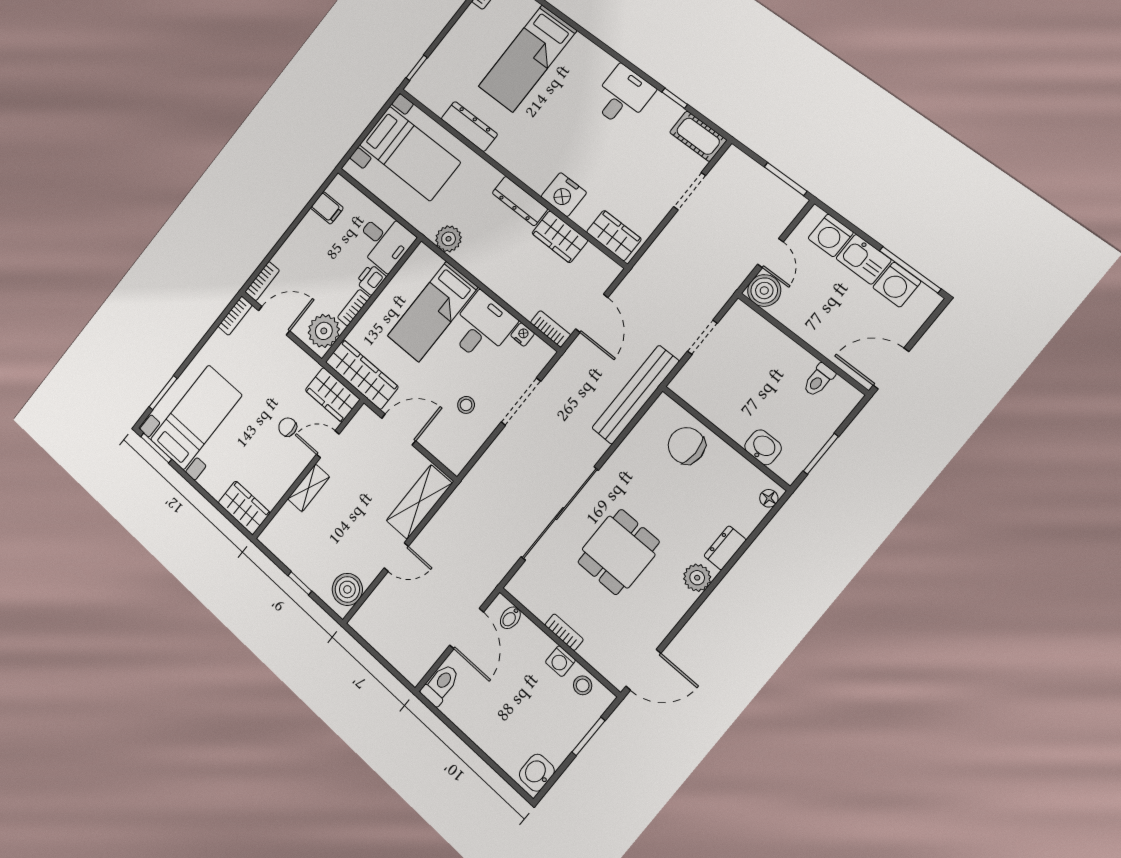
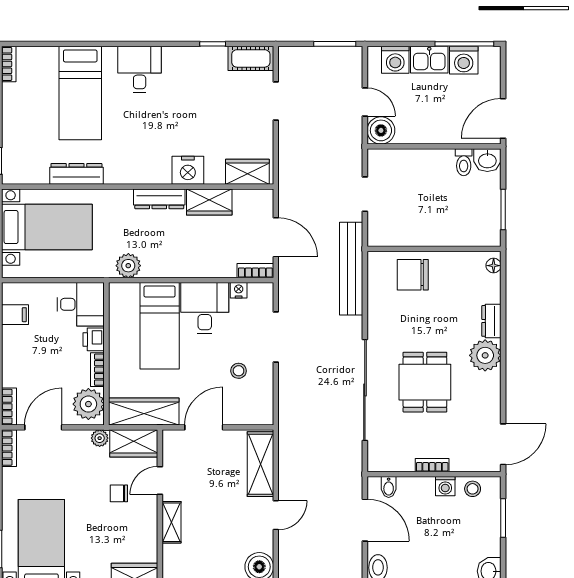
desk: (623, 96) -> (140, 69), moved
plant: (310, 367) -> (100, 438), added
washbasin: (763, 447) -> (487, 160), moved, turned 180
plant: (697, 578) -> (485, 355), width x1.36, depth x1.36

